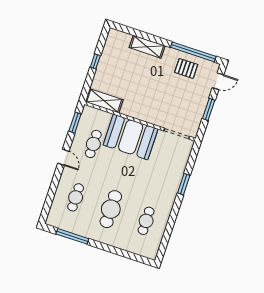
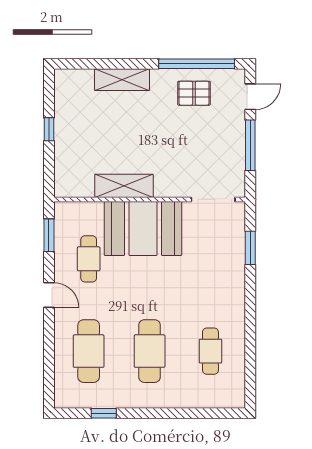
shelving: (104, 101) -> (124, 186), moved
window: (209, 109) -> (250, 145), width x1.44
window: (184, 184) -> (250, 248), moved
cafe table: (76, 197) -> (89, 351), width x1.37, depth x1.35
window: (72, 236) -> (104, 413), width x0.46

